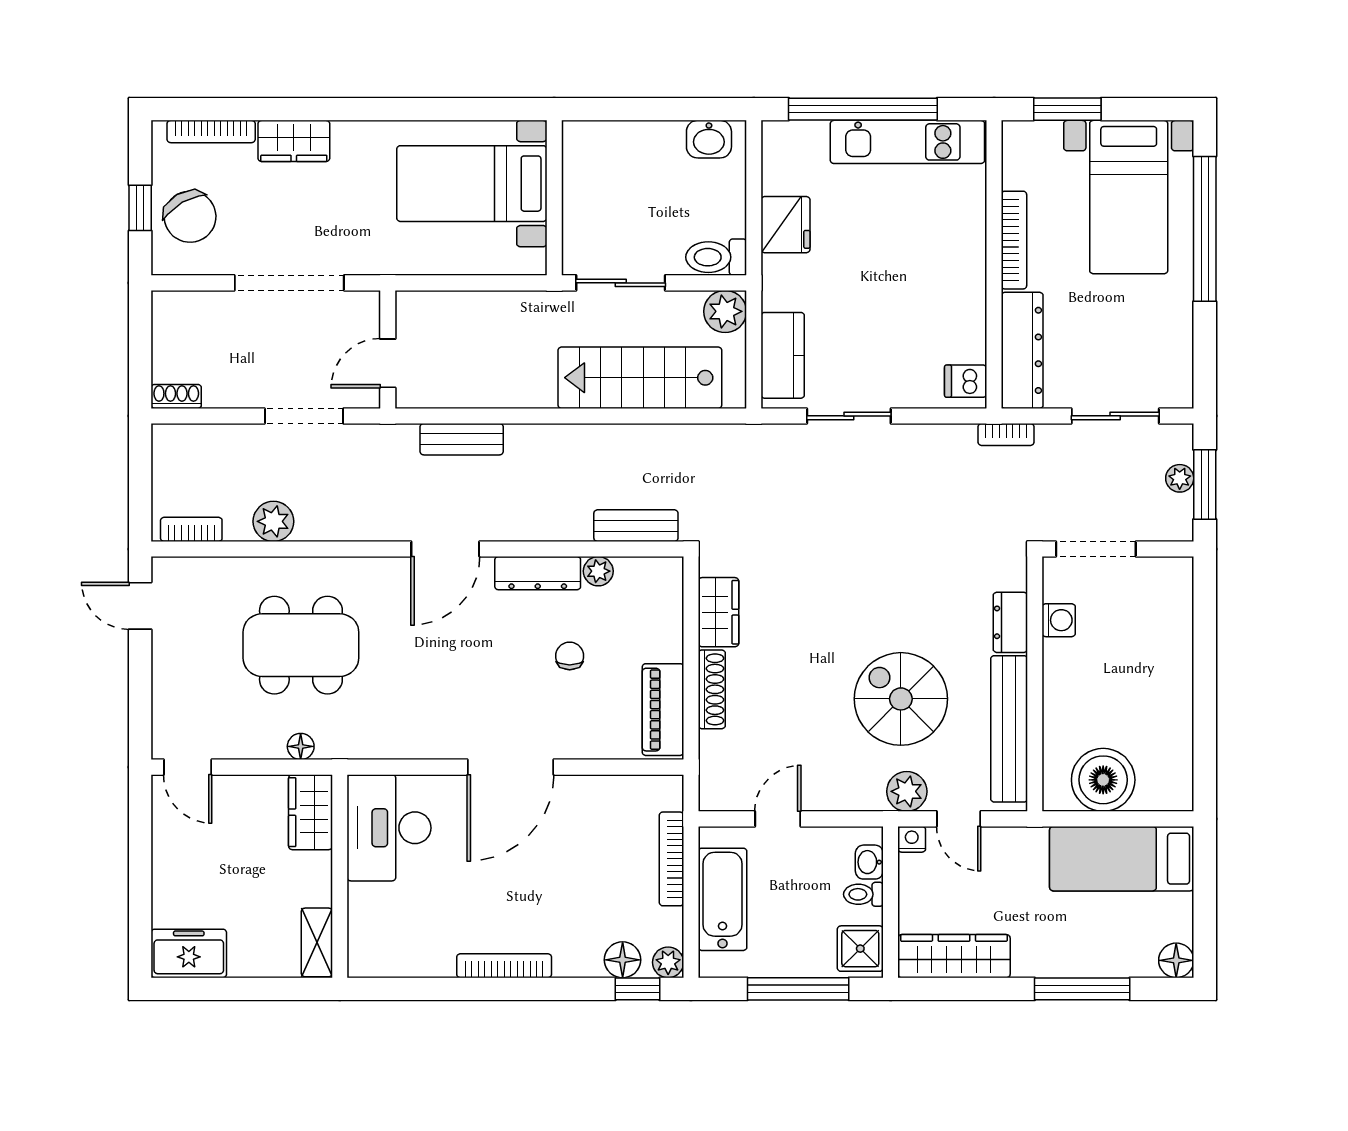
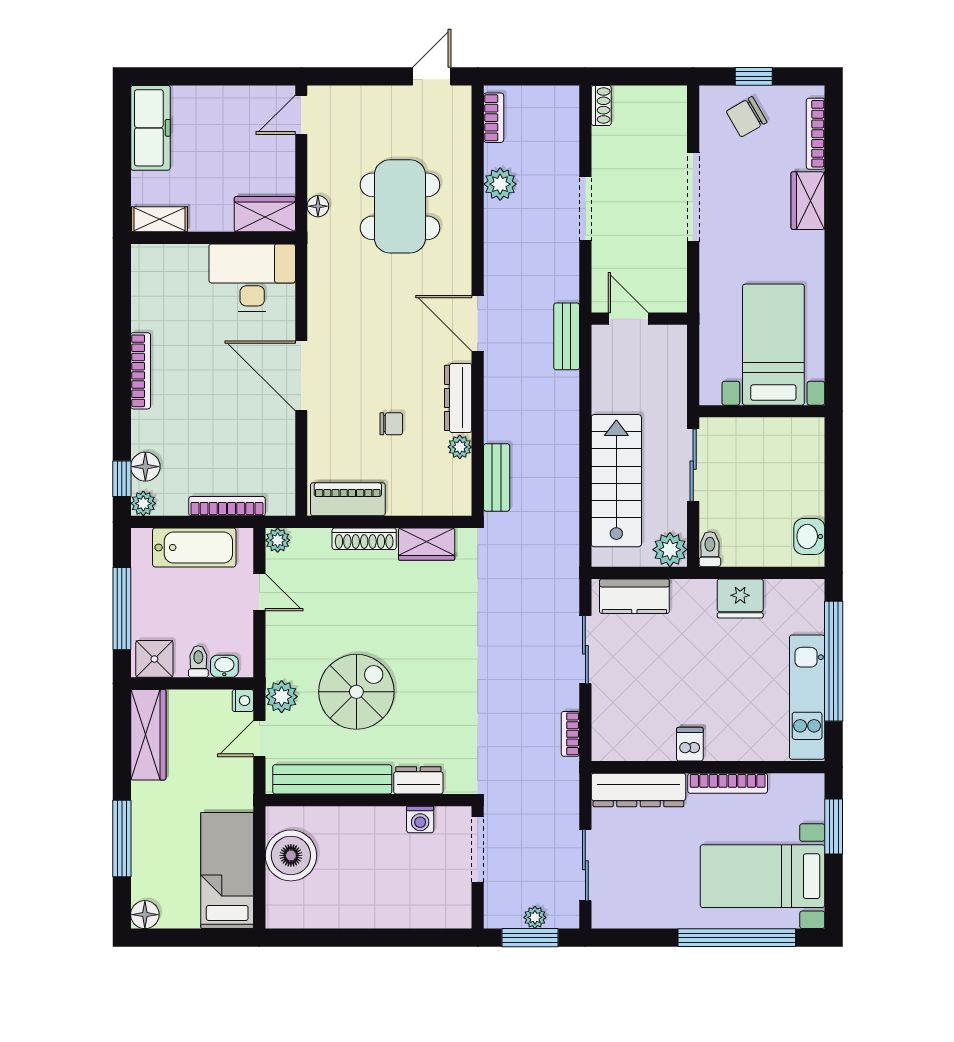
chair: (190, 217) -> (747, 117), width x0.73, depth x0.73
toilet: (716, 257) -> (710, 549), width x0.73, depth x0.72
wall: (388, 349) -> (639, 319), moved
door: (388, 363) -> (628, 319), moved
dishwasher: (966, 381) -> (690, 744), moved
bookcase: (1006, 434) -> (570, 734), moved
plant: (713, 796) -> (278, 540), added
freezer: (189, 953) -> (150, 128), width x1.40

